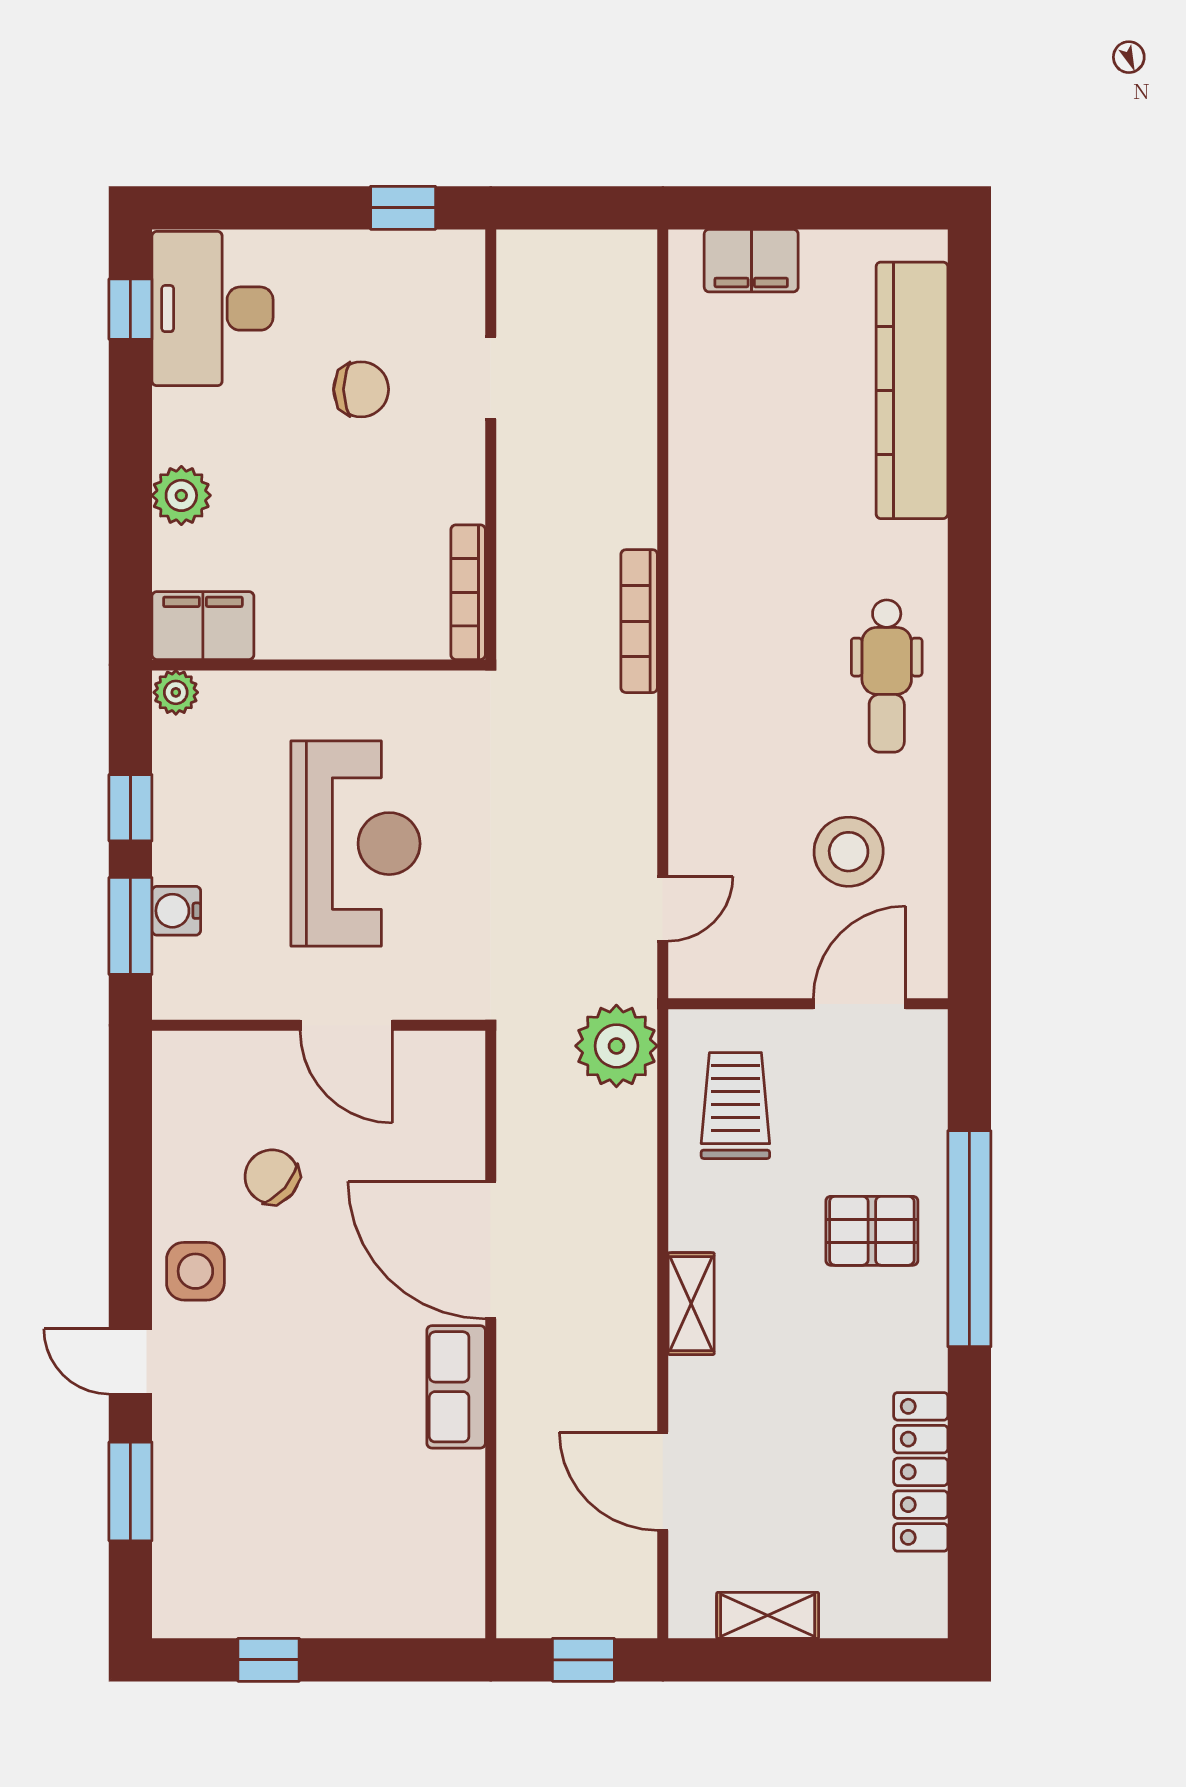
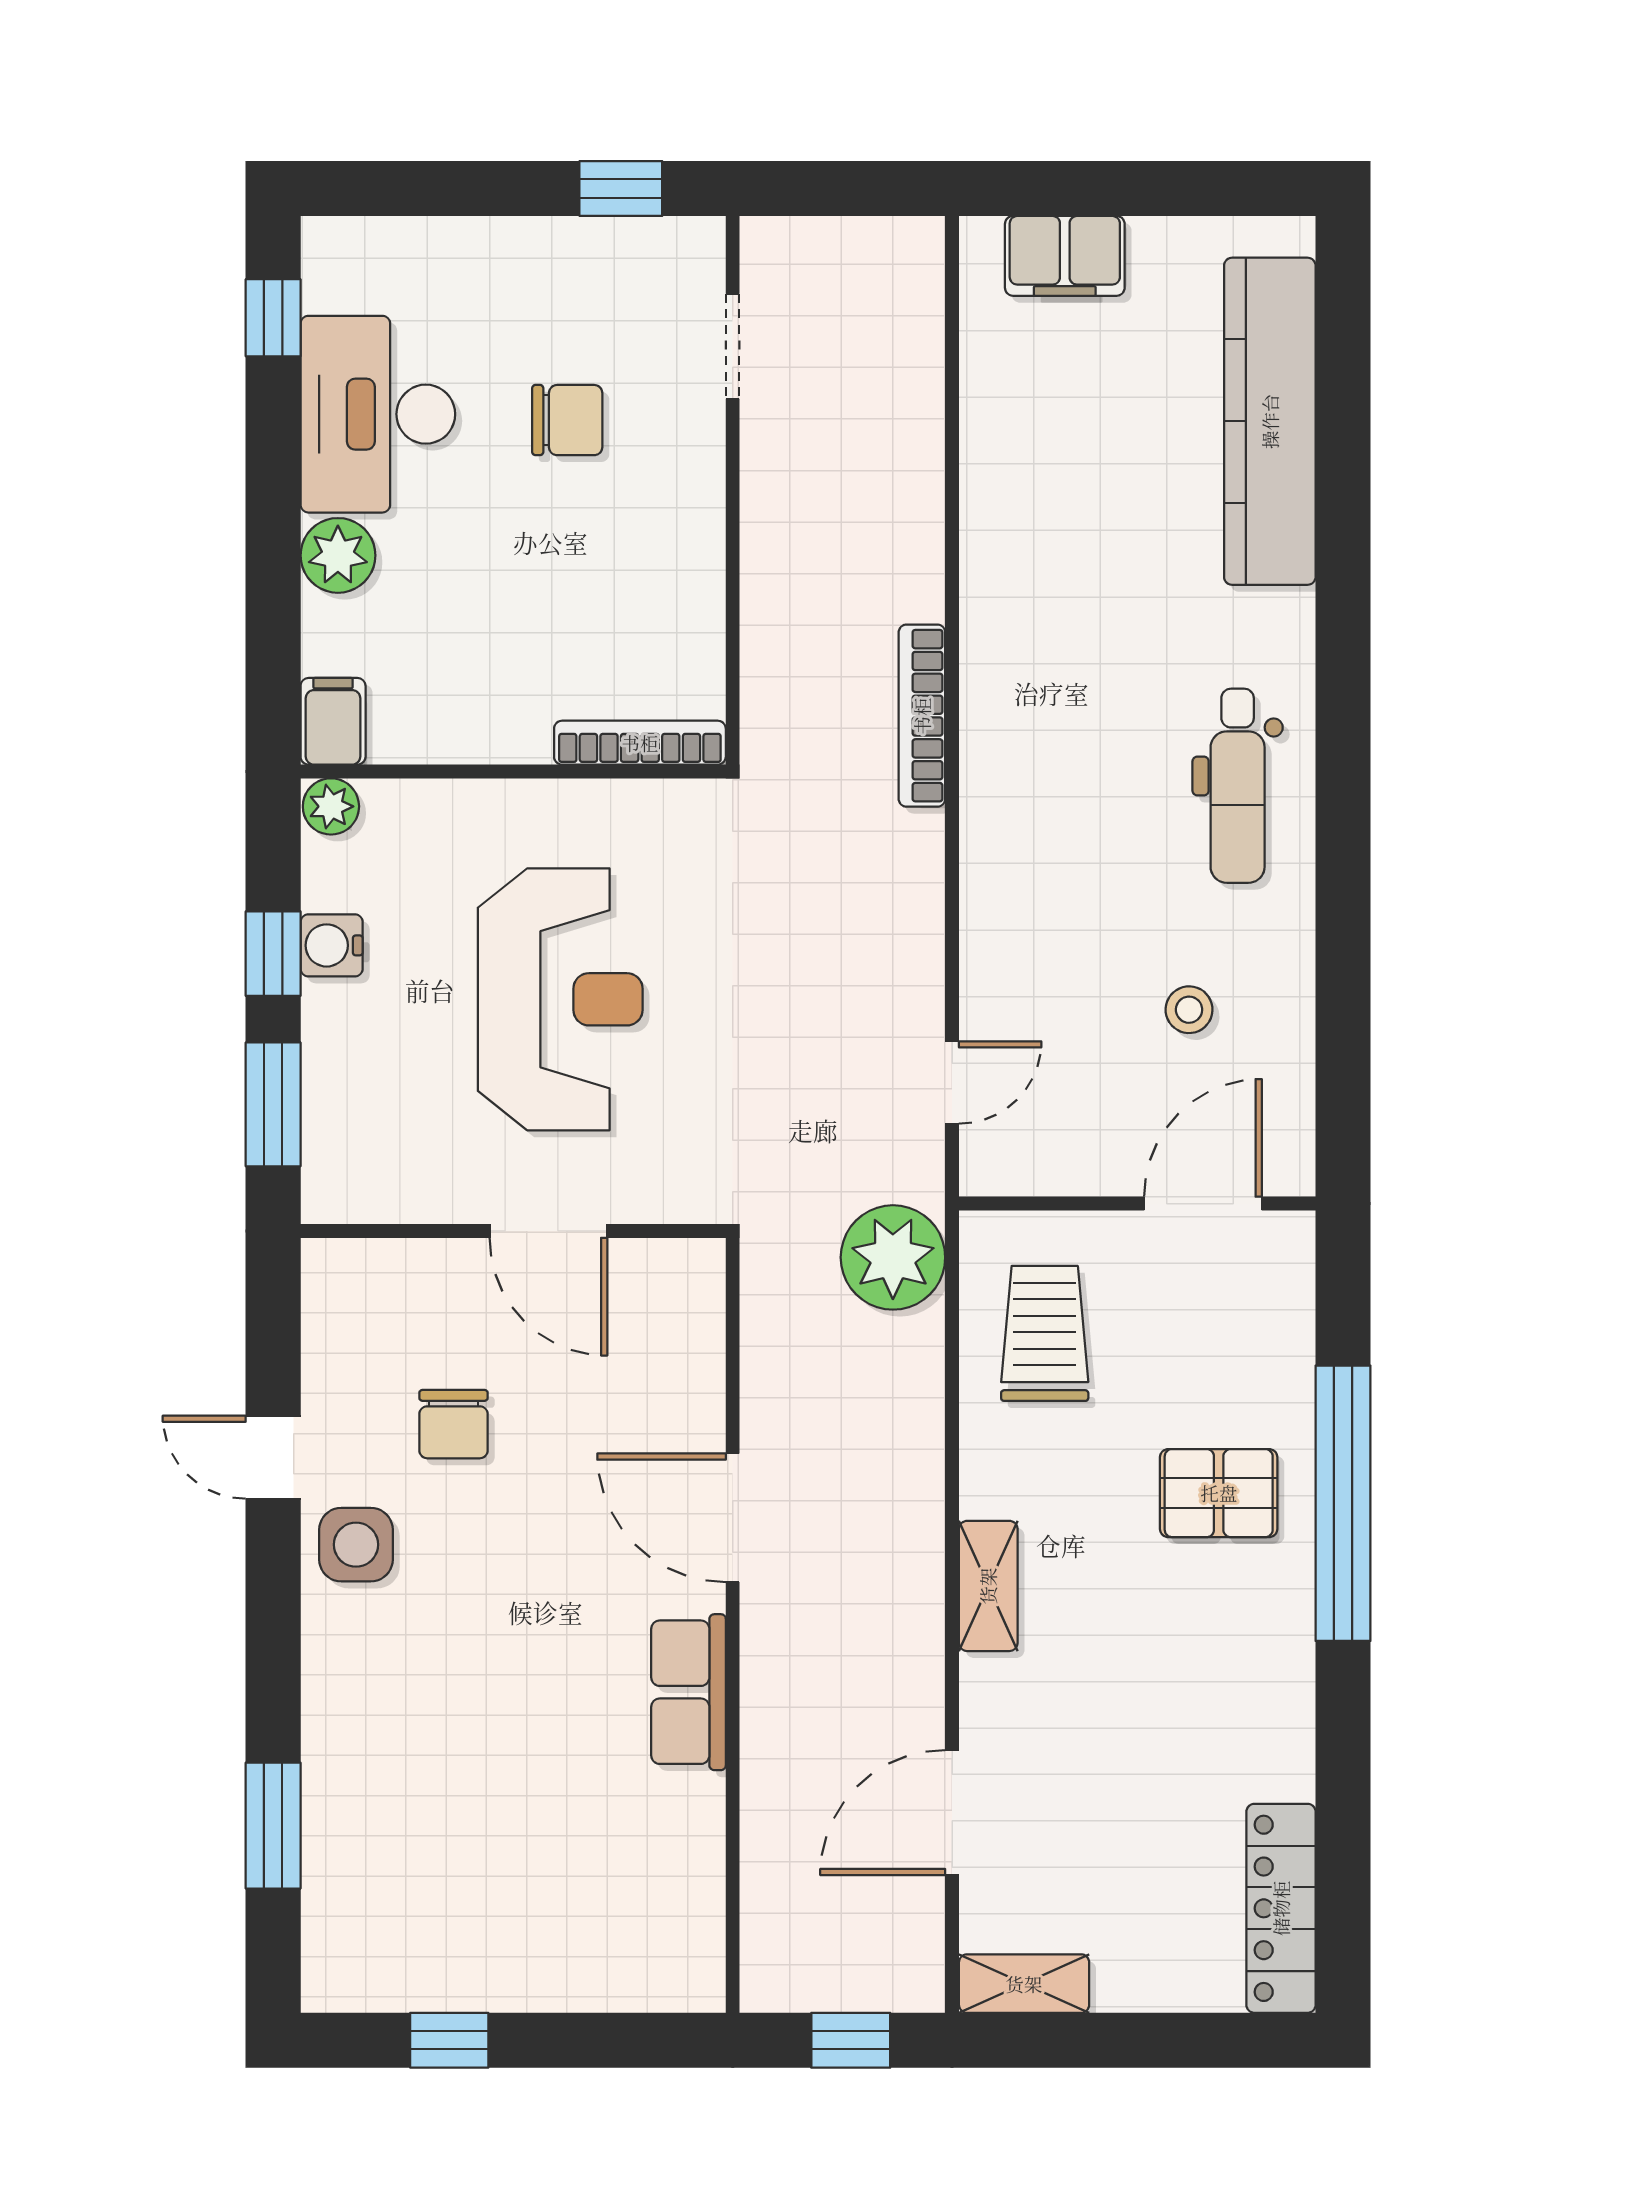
desk: (213, 309) -> (378, 414), moved
doorway: (491, 378) -> (733, 346), moved
bookcase: (468, 592) -> (640, 743), moved, turned 90
filing cabinet: (203, 626) -> (333, 721), width x0.50
stool: (849, 852) -> (1189, 1010), width x0.53, depth x0.53
water cooler: (176, 911) -> (332, 945), moved
chair: (272, 1177) -> (454, 1424), turned -131
door: (491, 1250) -> (733, 1518), width x0.73
door: (130, 1361) -> (273, 1457), moved
locker: (921, 1472) -> (1281, 1908), moved
door: (663, 1481) -> (952, 1813), hinge flipped
shelving: (768, 1615) -> (1024, 1984), moved

